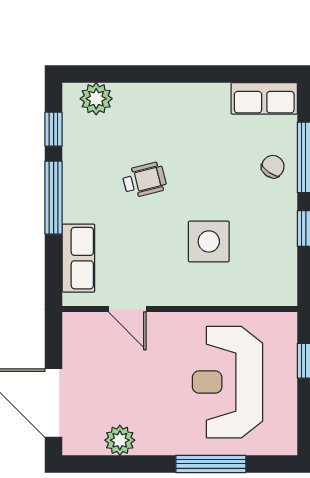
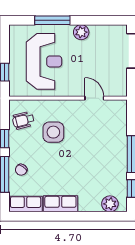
wheelchair: (144, 180) -> (23, 120), moved
row of seats: (78, 258) -> (60, 204), moved, turned 90
plant: (120, 440) -> (81, 32), moved

